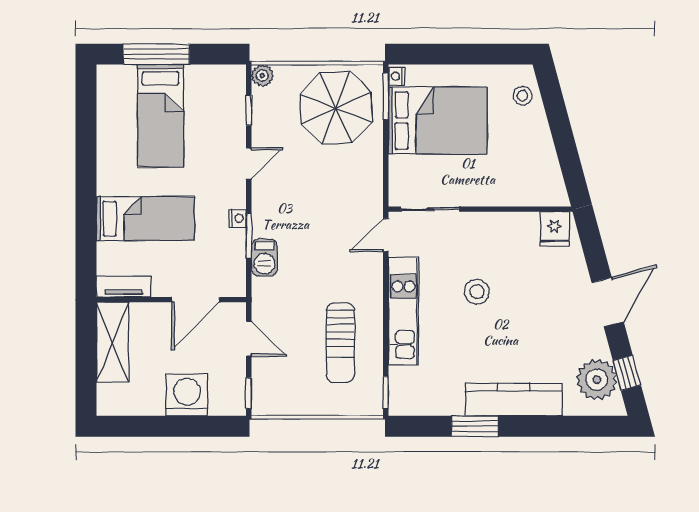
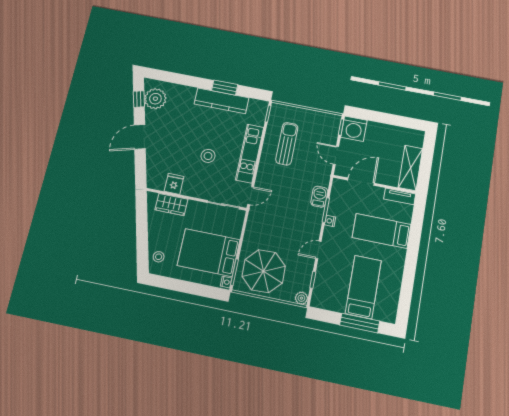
wardrobe: (522, 191) -> (171, 204), added
fridge: (555, 229) -> (174, 184), moved
washing machine: (187, 395) -> (354, 129), moved
kitchen counter: (514, 400) -> (222, 101), moved

